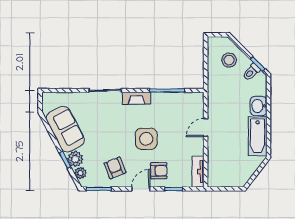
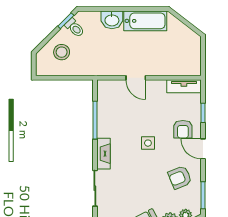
side table: (146, 139) -> (148, 143), width x0.54, depth x0.54
armchair: (159, 171) -> (183, 129), turned 180

